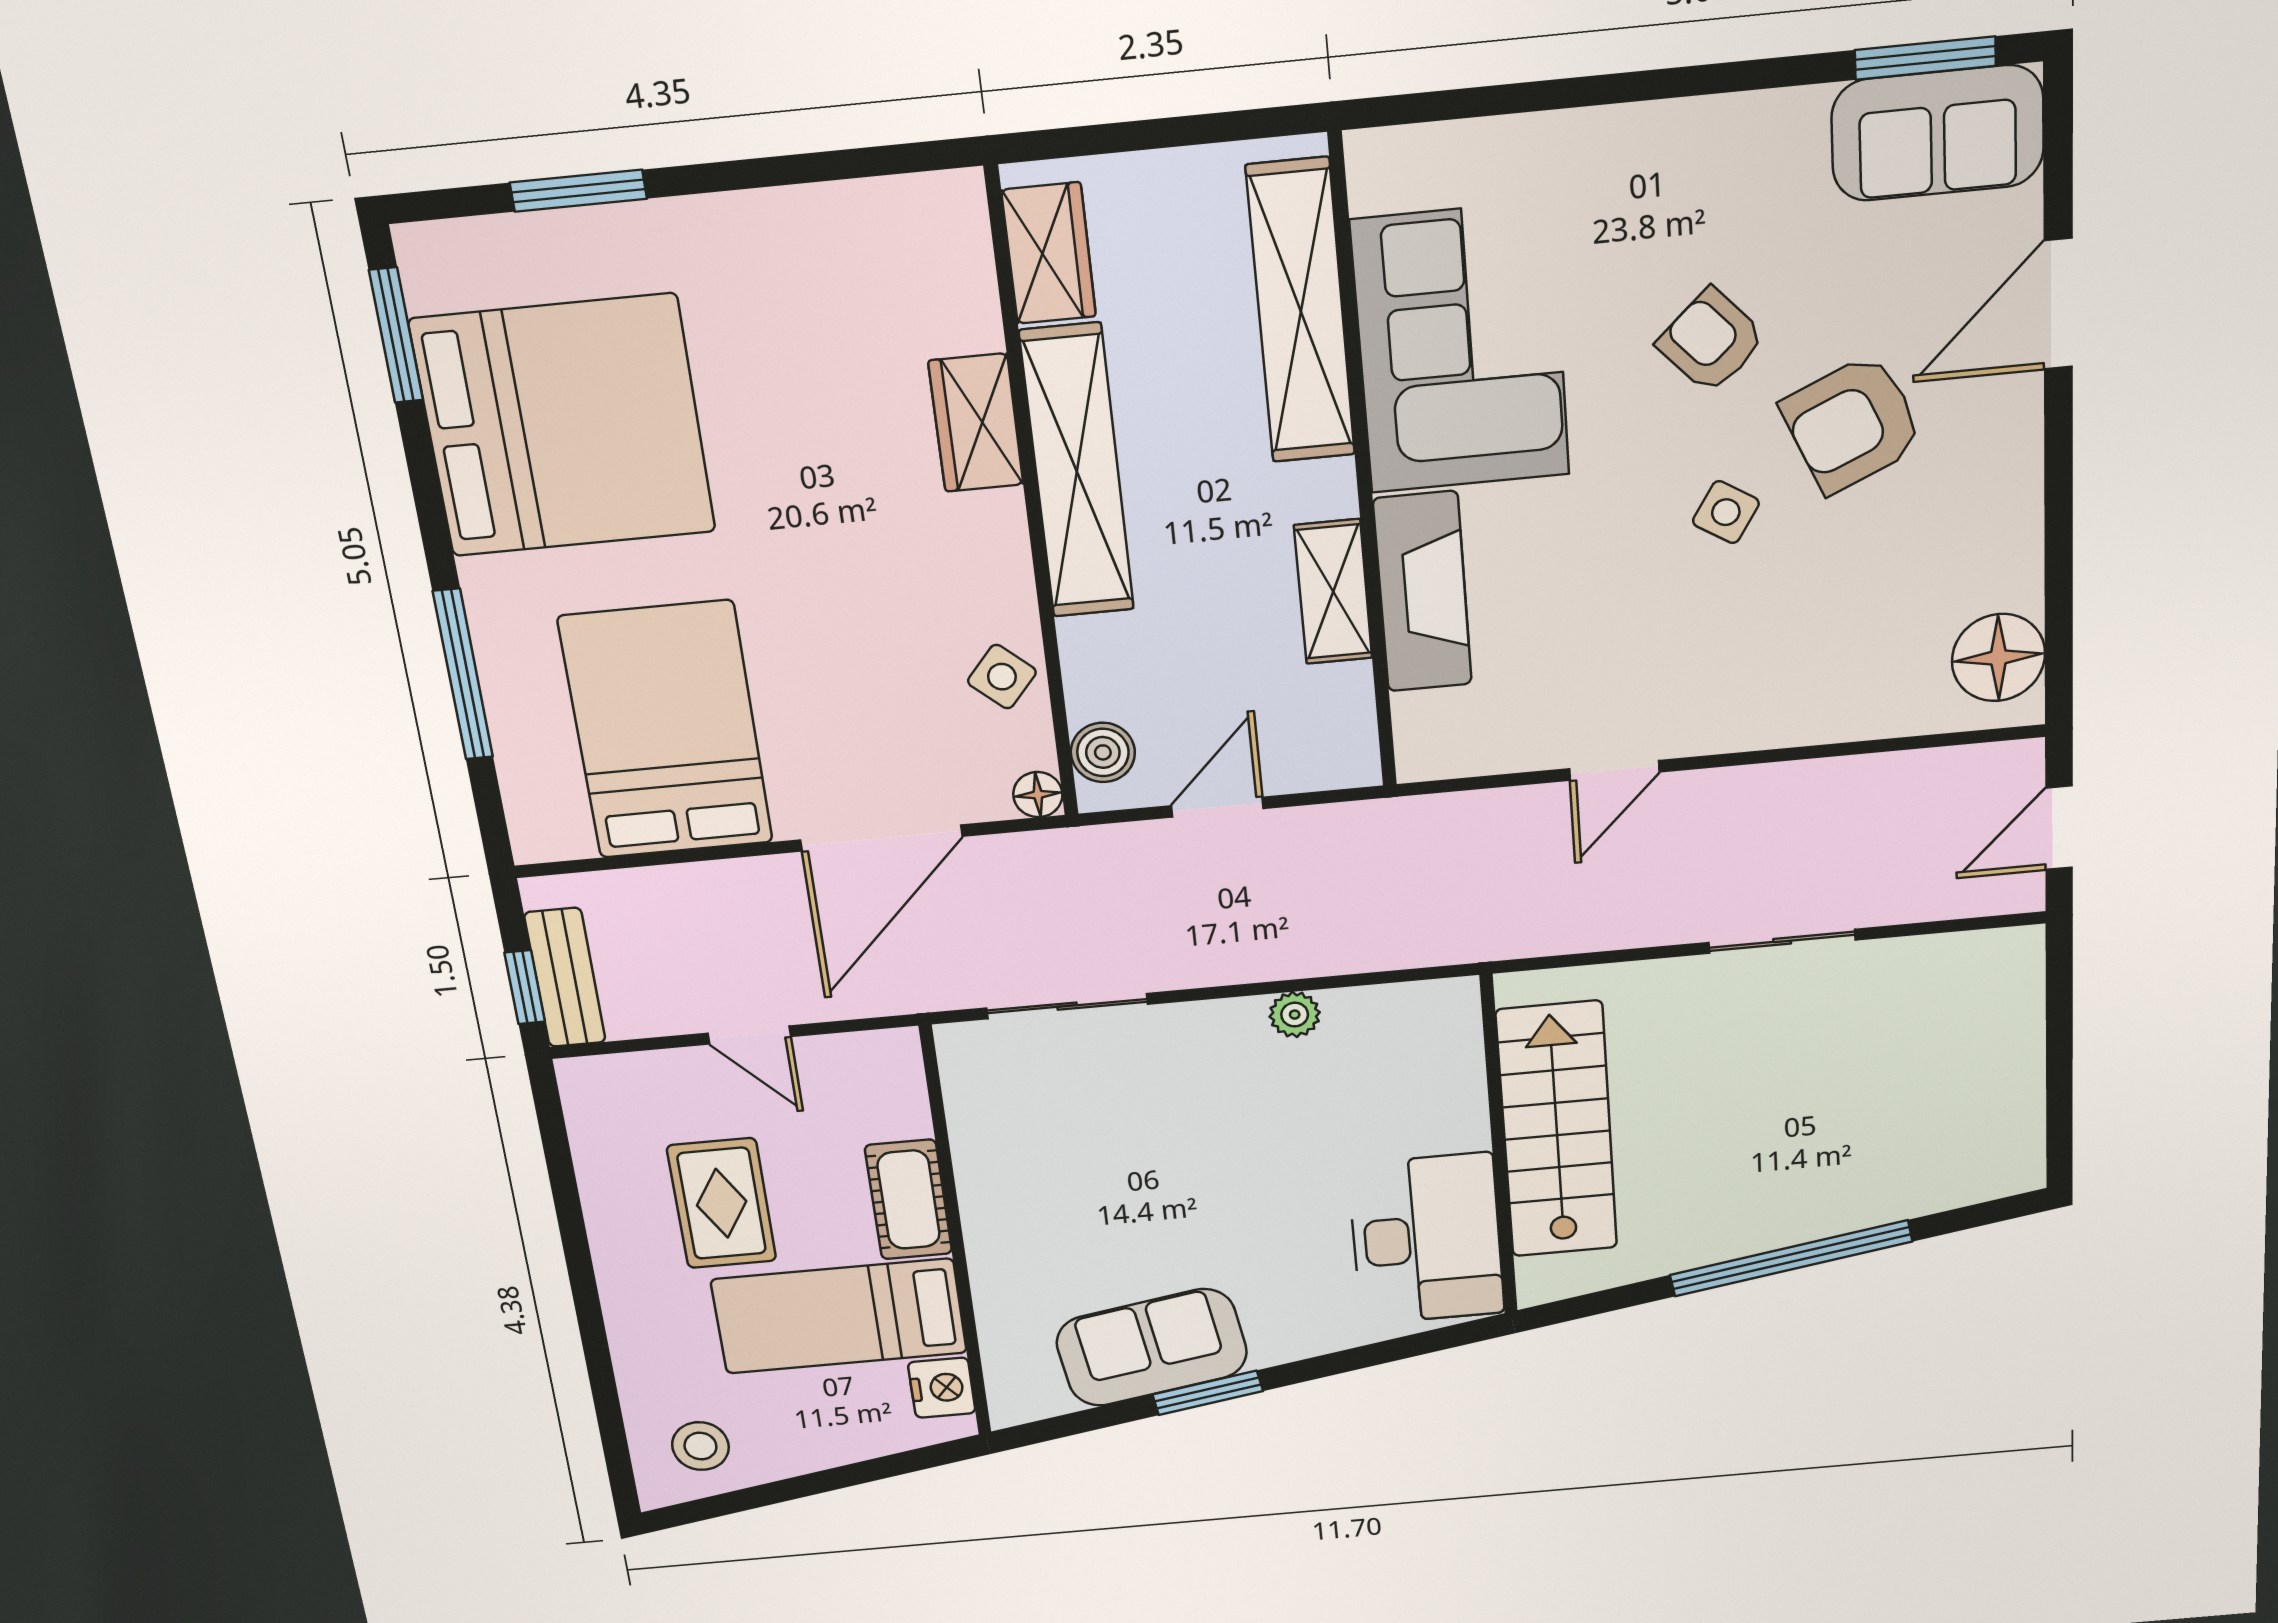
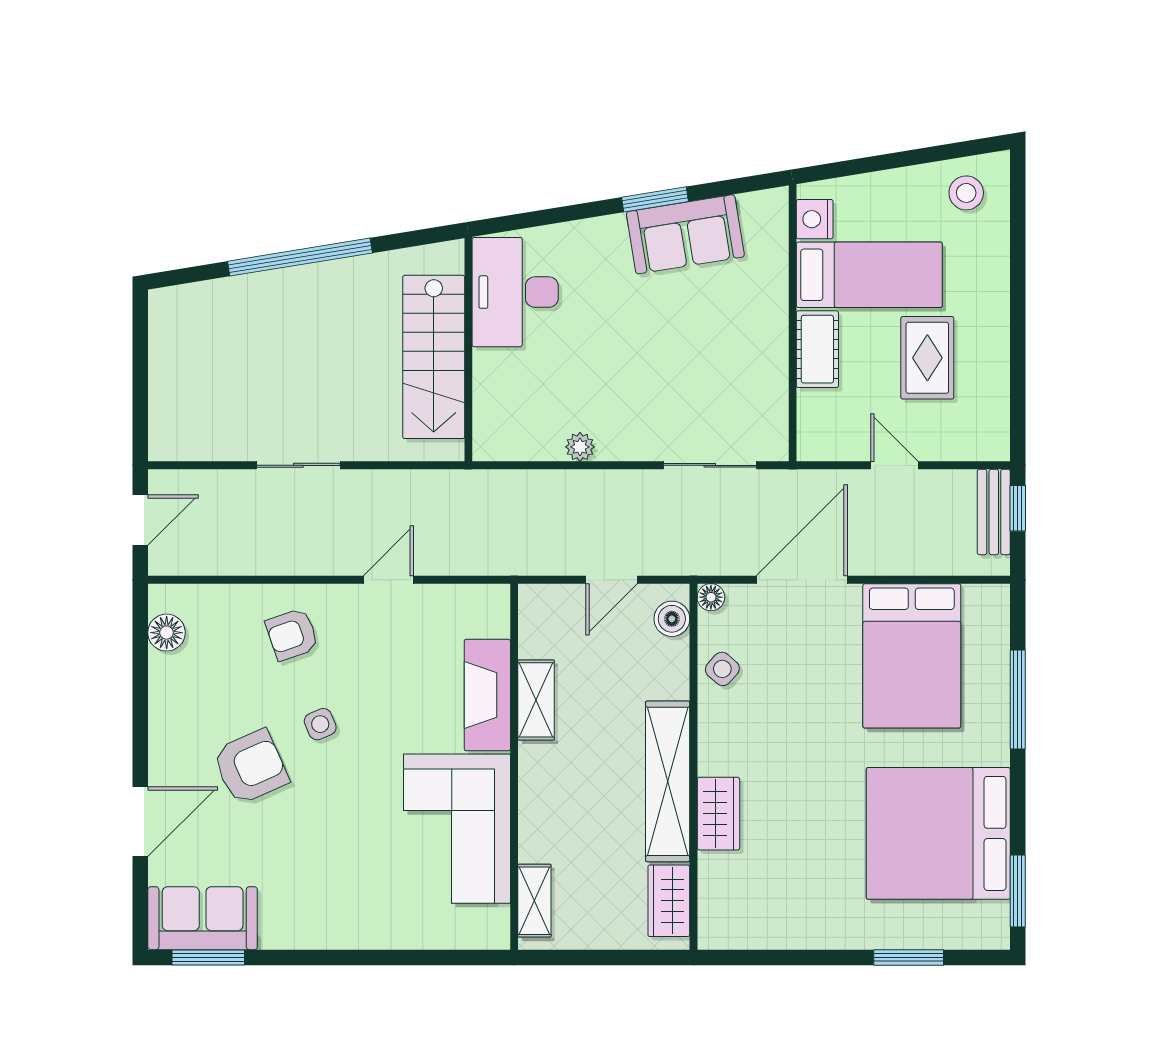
shelving: (1301, 312) -> (534, 901), width x0.45, depth x0.75
armchair: (1711, 341) -> (292, 634), moved, turned 114
side table: (1726, 512) -> (320, 724), turned 35
floor lamp: (1998, 658) -> (167, 633), width x0.73, depth x0.73

